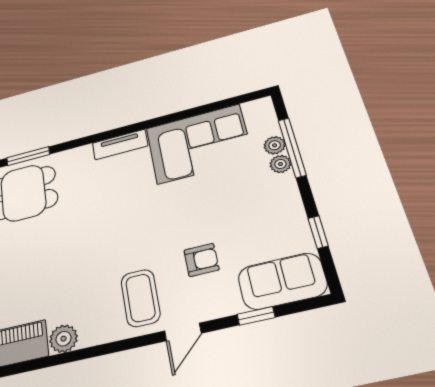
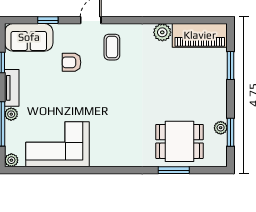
tv unit: (120, 144) -> (12, 88), moved, turned 90
plant: (275, 145) -> (11, 160), moved
coffee table: (140, 298) -> (112, 47), width x0.73, depth x0.77

